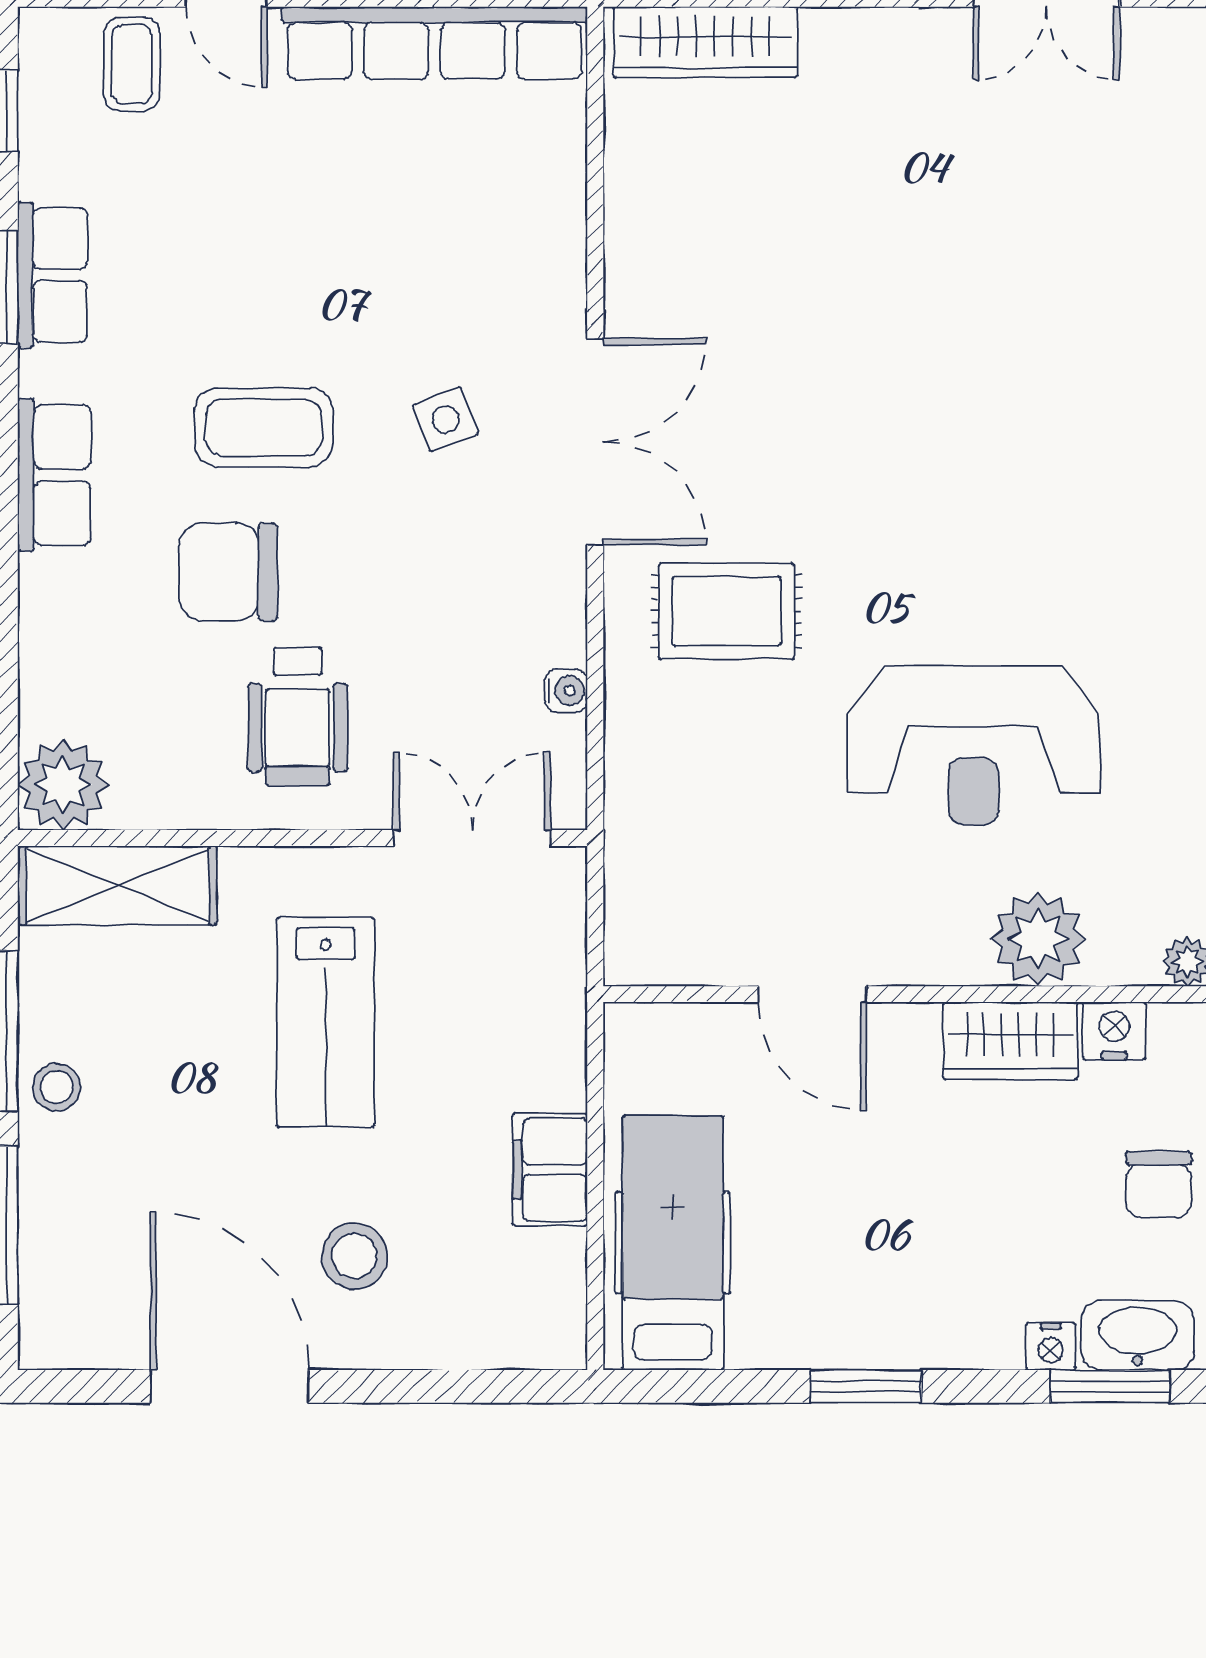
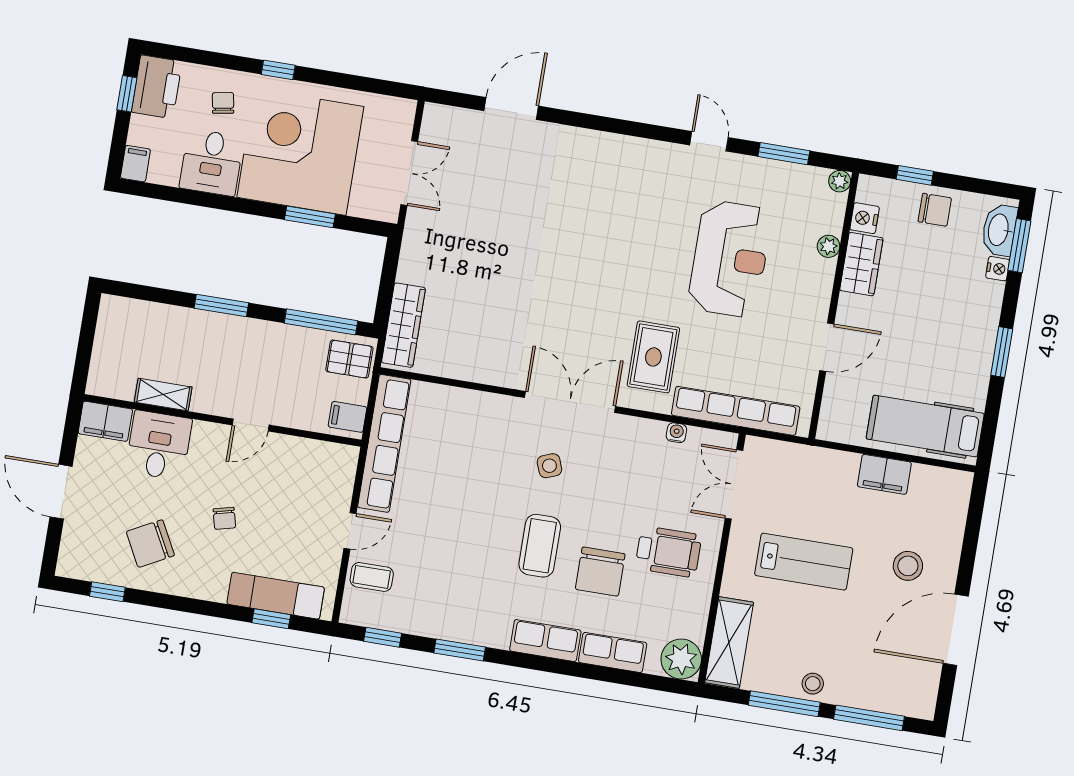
row of seats: (52, 275) -> (613, 652), moved
row of seats: (637, 814) -> (736, 411), added
plant: (1038, 939) -> (829, 246), width x0.53, depth x0.53

